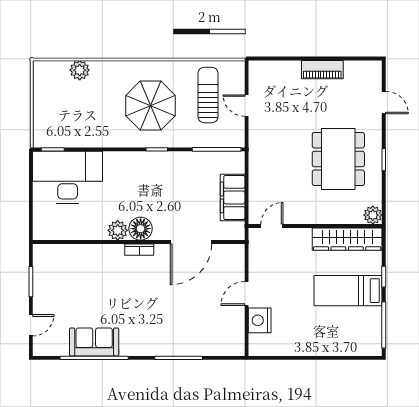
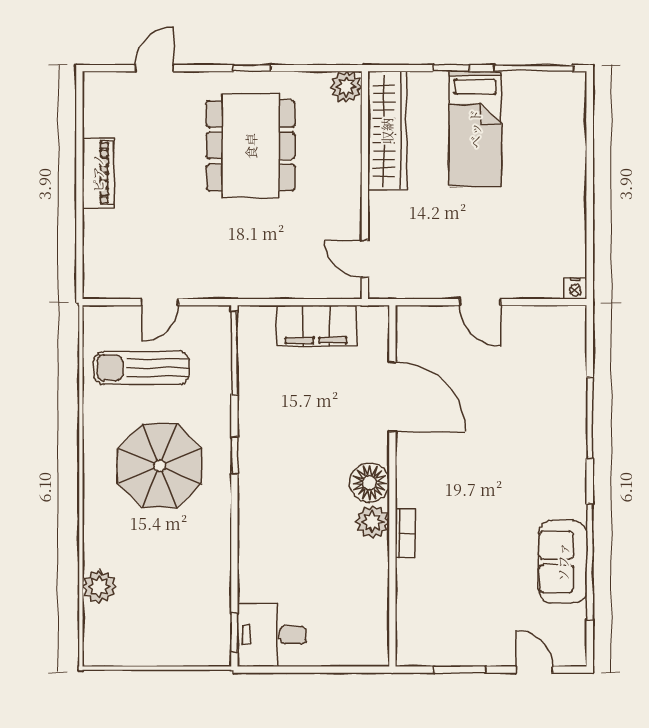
dining table: (338, 159) -> (251, 146), turned 90
desk: (68, 177) -> (272, 635), width x0.53, depth x0.77
bookcase: (139, 250) -> (405, 533), moved
nightstand: (260, 320) -> (575, 288), moved, width x0.53, depth x0.56

